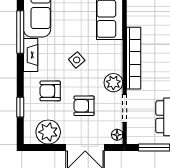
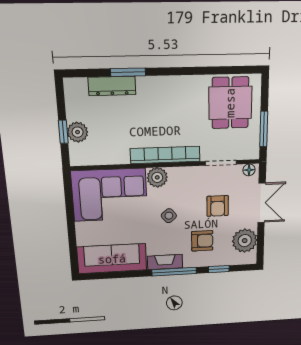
window: (20, 32) -> (174, 272), moved
plant: (113, 83) -> (157, 177), moved
armchair: (50, 91) -> (202, 241), turned -90

